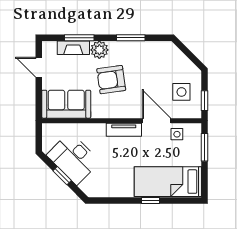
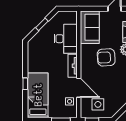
armchair: (111, 80) -> (106, 57), turned -86
door: (156, 121) -> (79, 88), hinge flipped
desk: (73, 158) -> (66, 39), moved, turned 135

